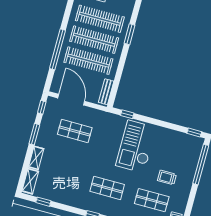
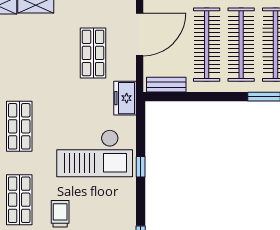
window: (127, 114) -> (141, 167), moved
freezer: (107, 119) -> (125, 98), added
checkout: (136, 147) -> (95, 153), turned 180

